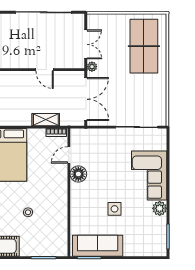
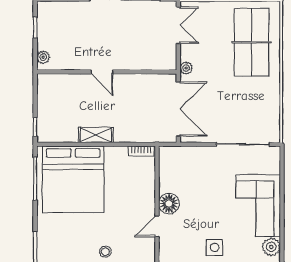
double door: (86, 44) -> (178, 25), moved
door: (45, 70) -> (102, 72), moved
shelving: (46, 120) -> (96, 135), moved
door: (69, 155) -> (157, 226), moved

